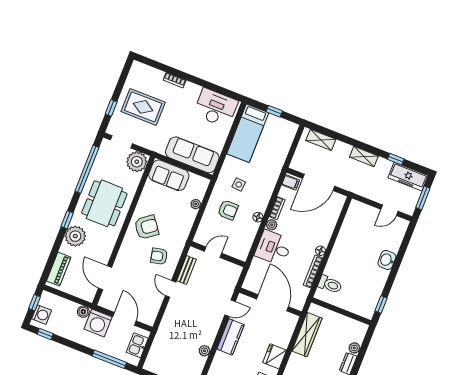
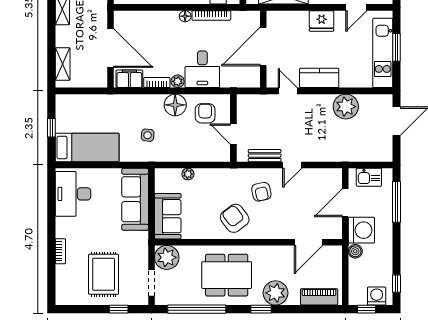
filing cabinet: (291, 182) -> (129, 79), width x2.00
armchair: (228, 210) -> (205, 113), moved
floor lamp: (258, 217) -> (175, 105), width x1.89, depth x1.89
plant: (204, 351) -> (346, 107), width x1.88, depth x1.88

